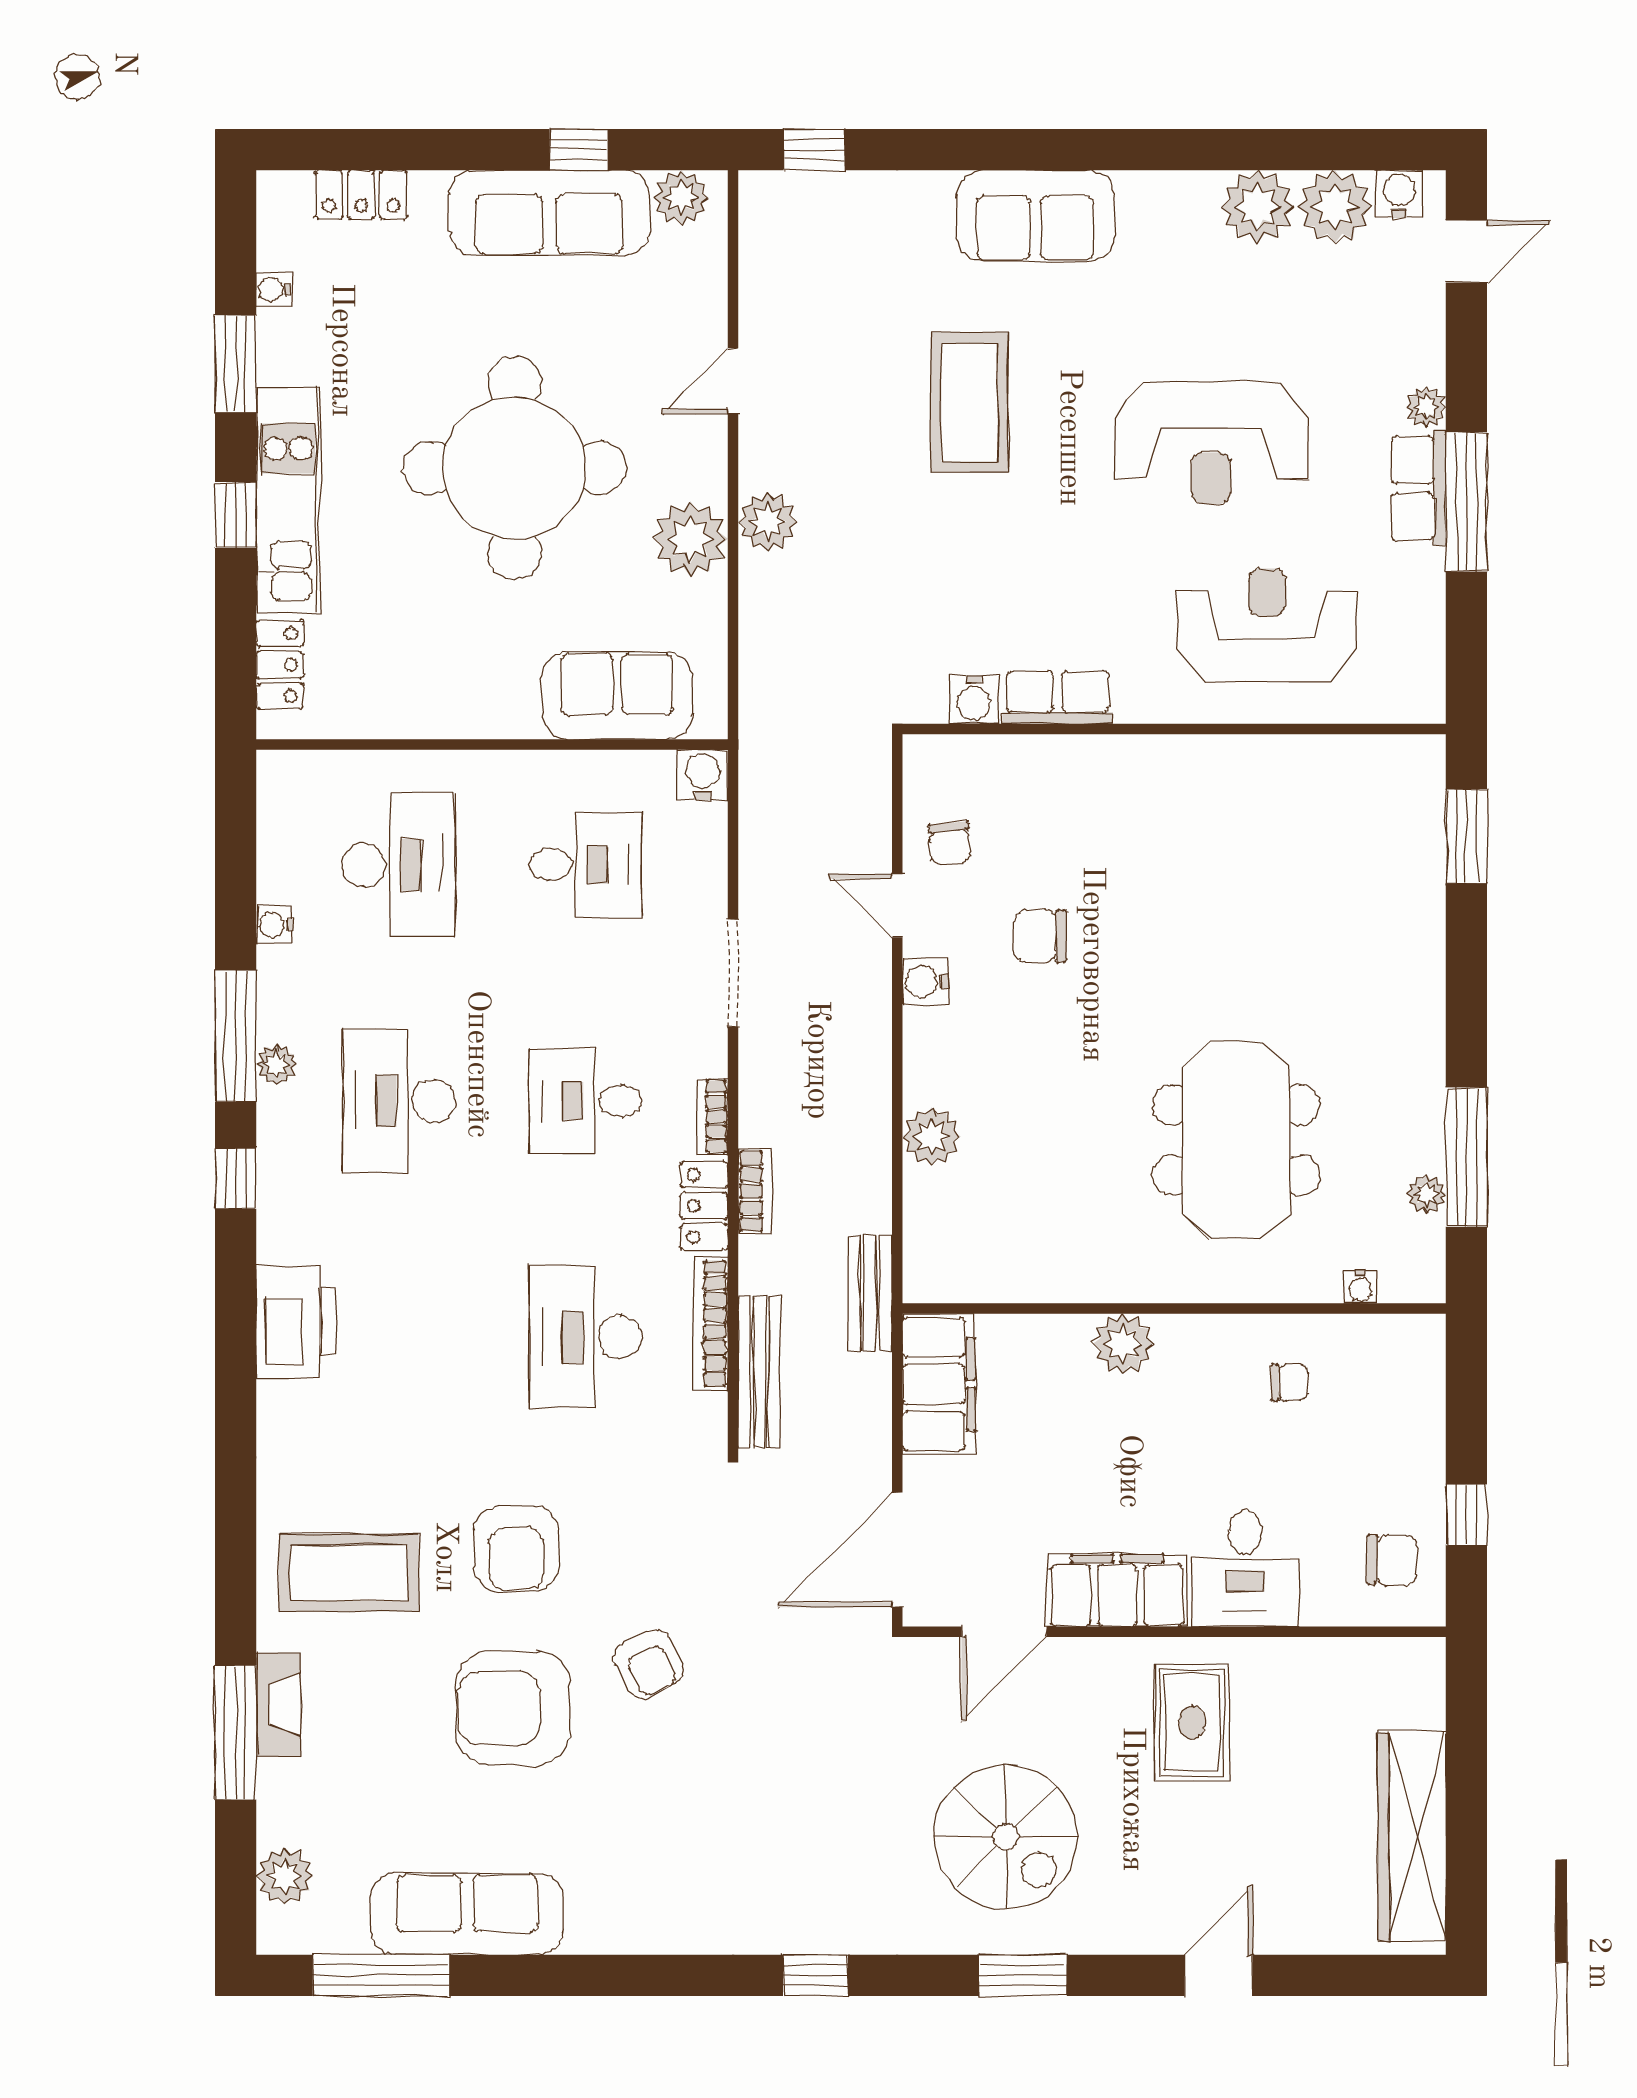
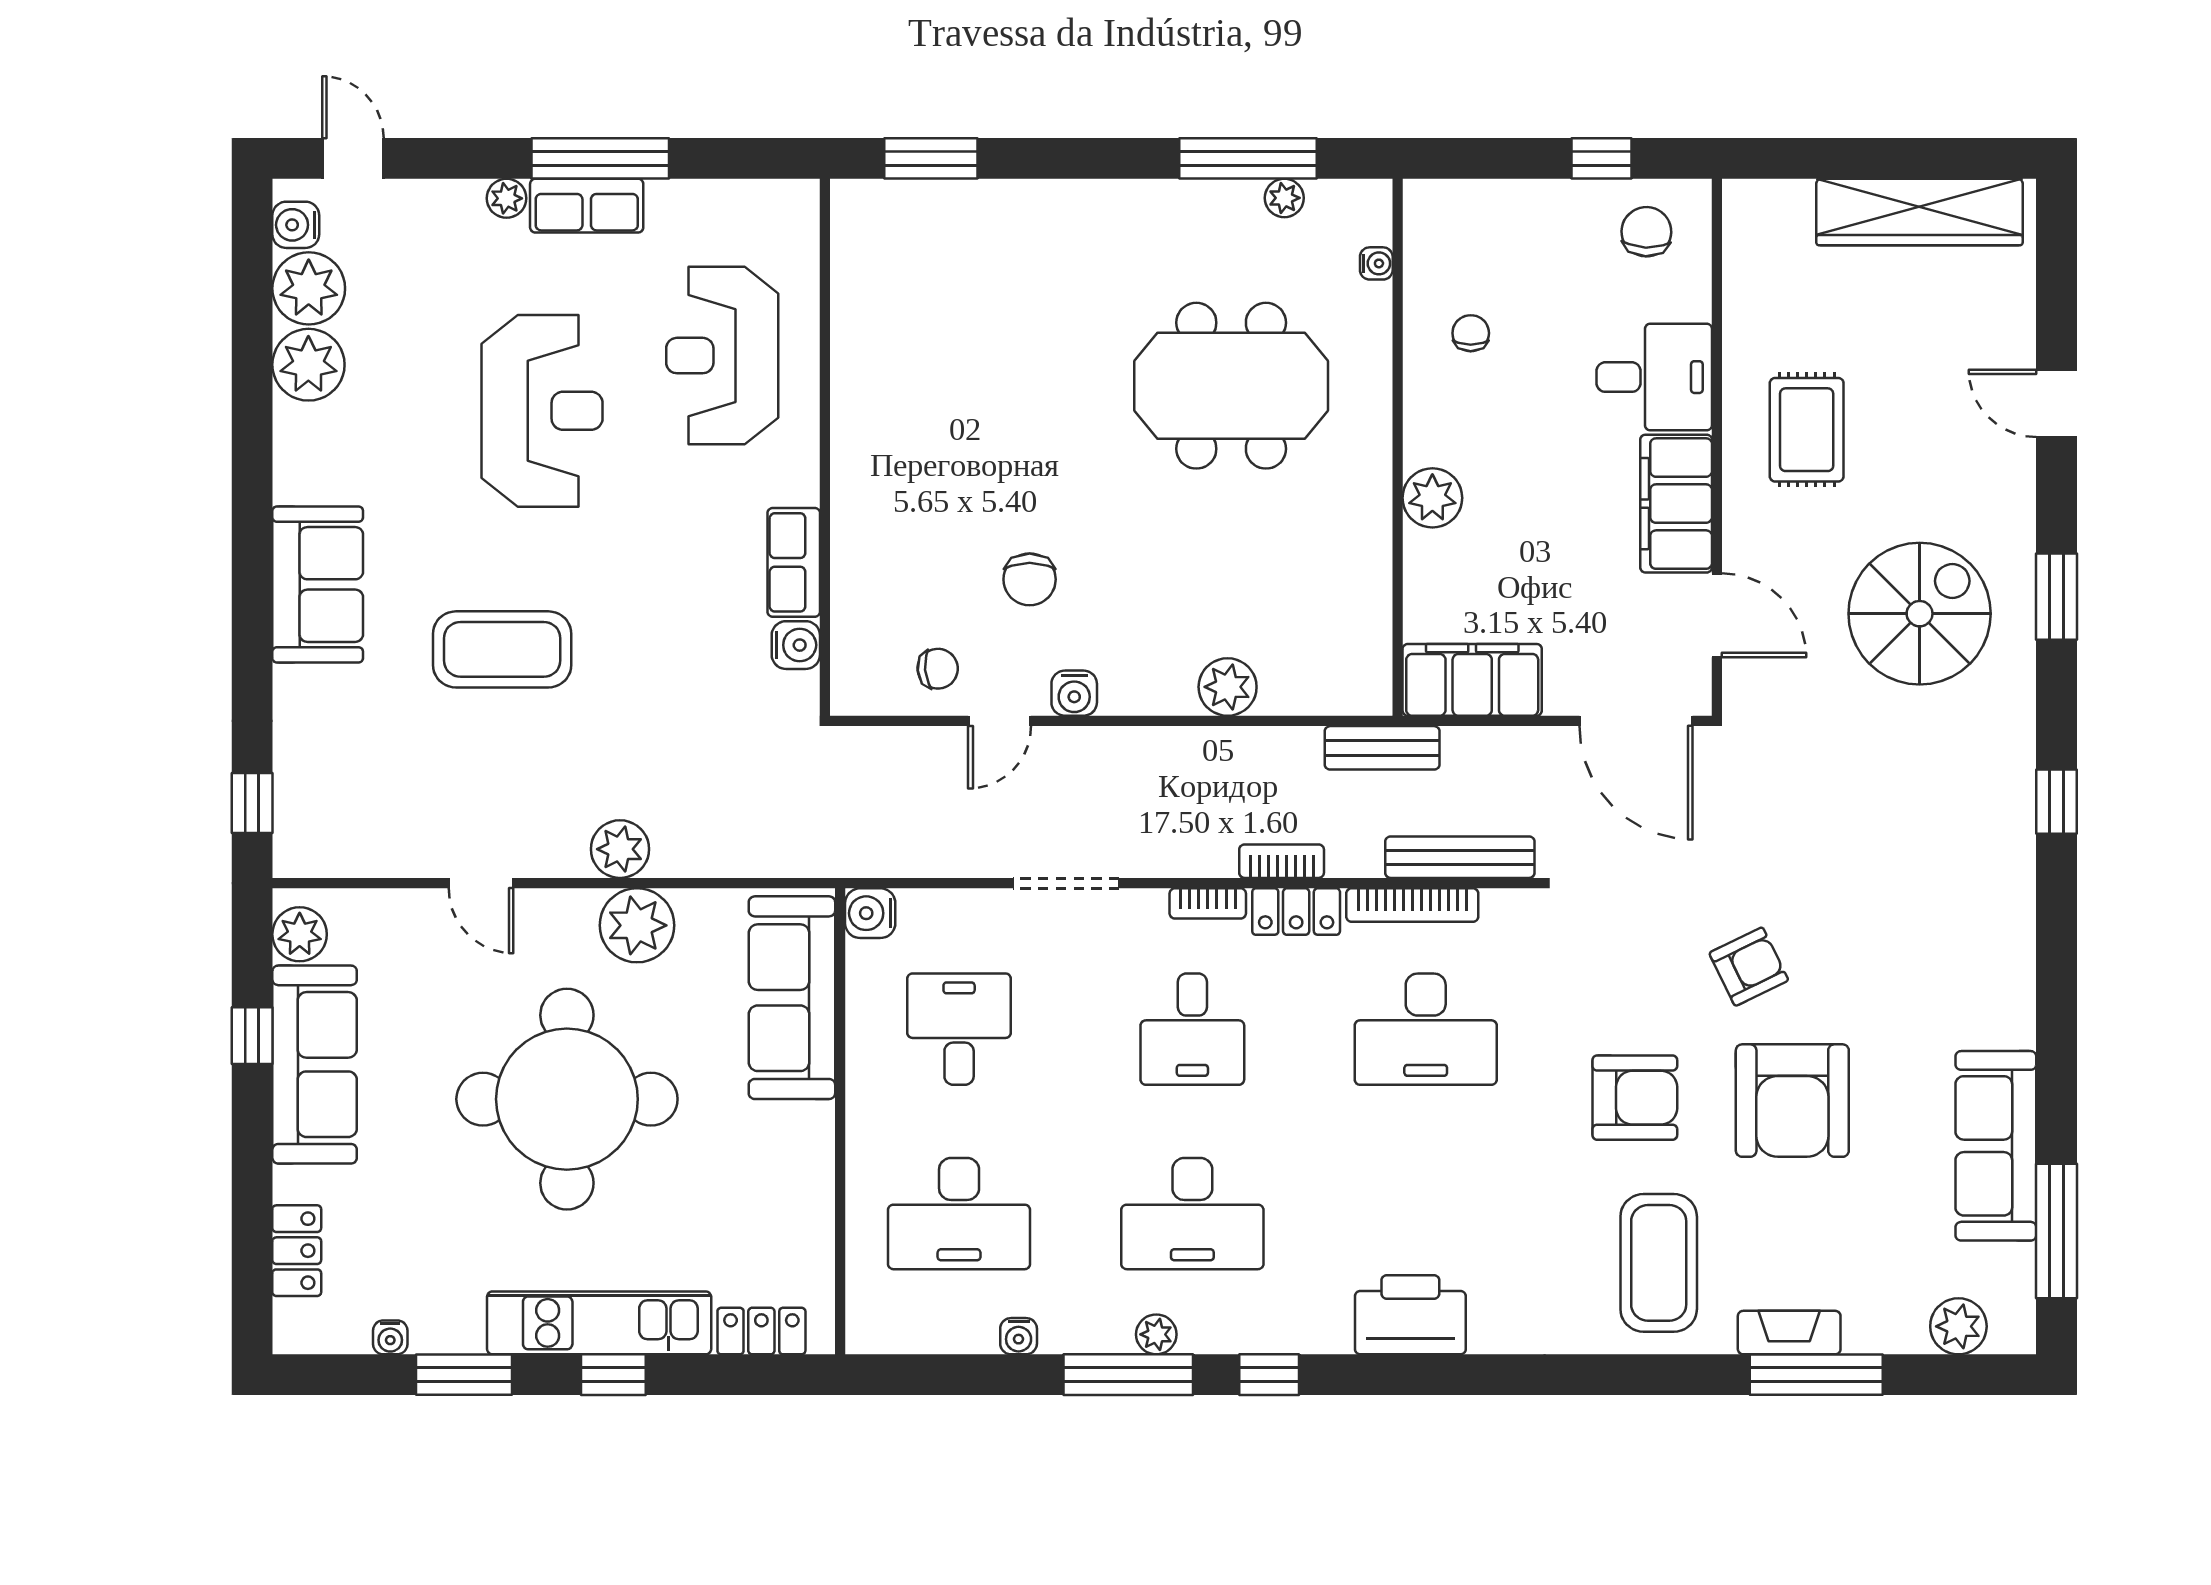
sofa: (617, 696) -> (792, 998), width x1.36
desk: (399, 865) -> (959, 1214), turned 180
rug: (1192, 1722) -> (1807, 430), turned 90

